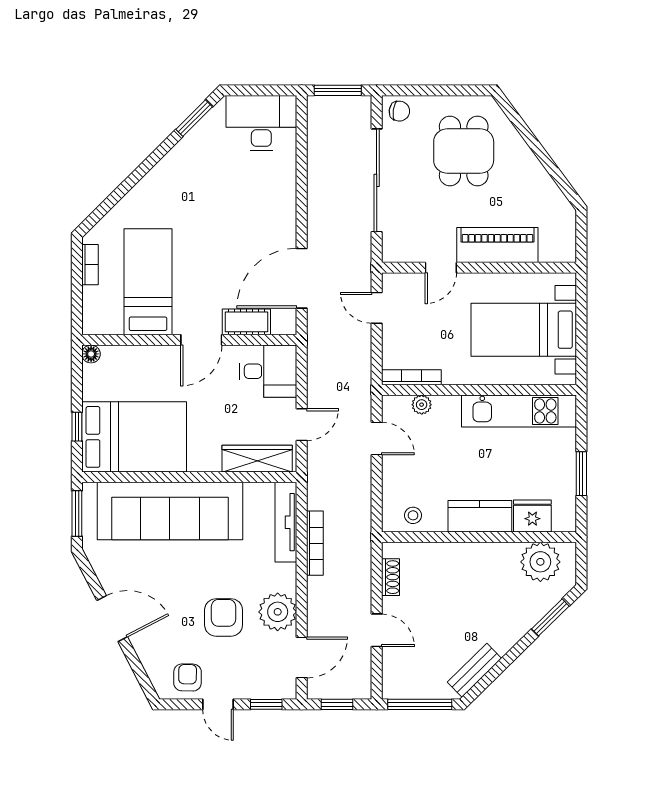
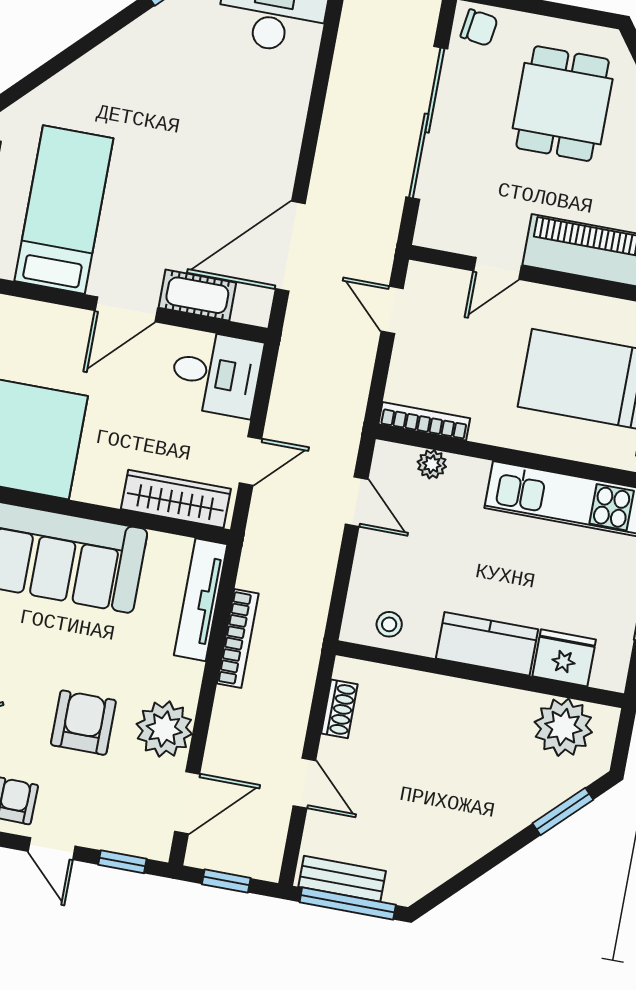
bench: (474, 670) -> (342, 879), moved, turned 45

